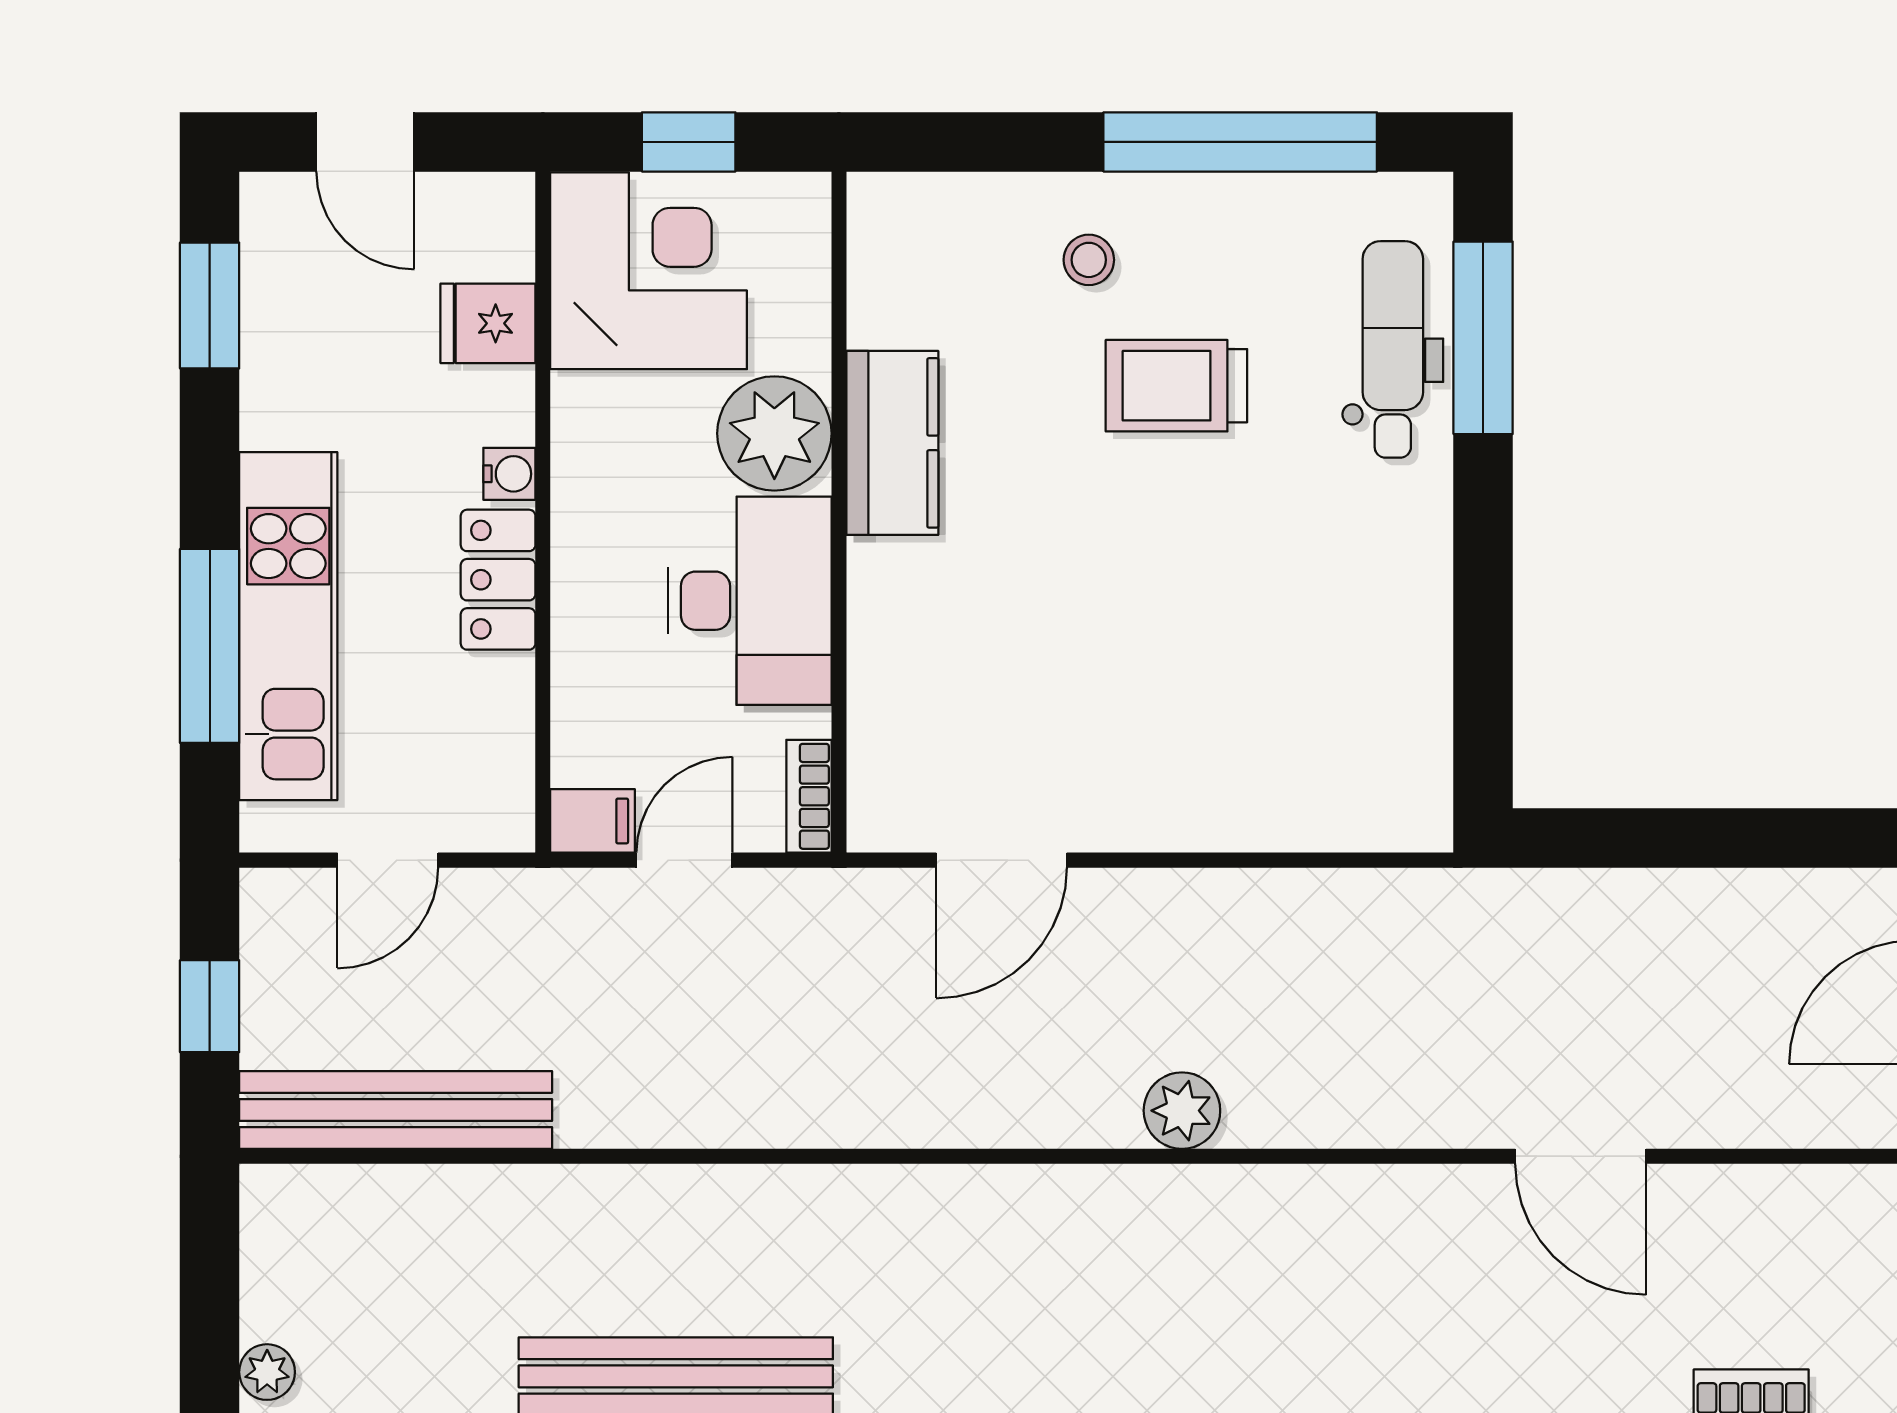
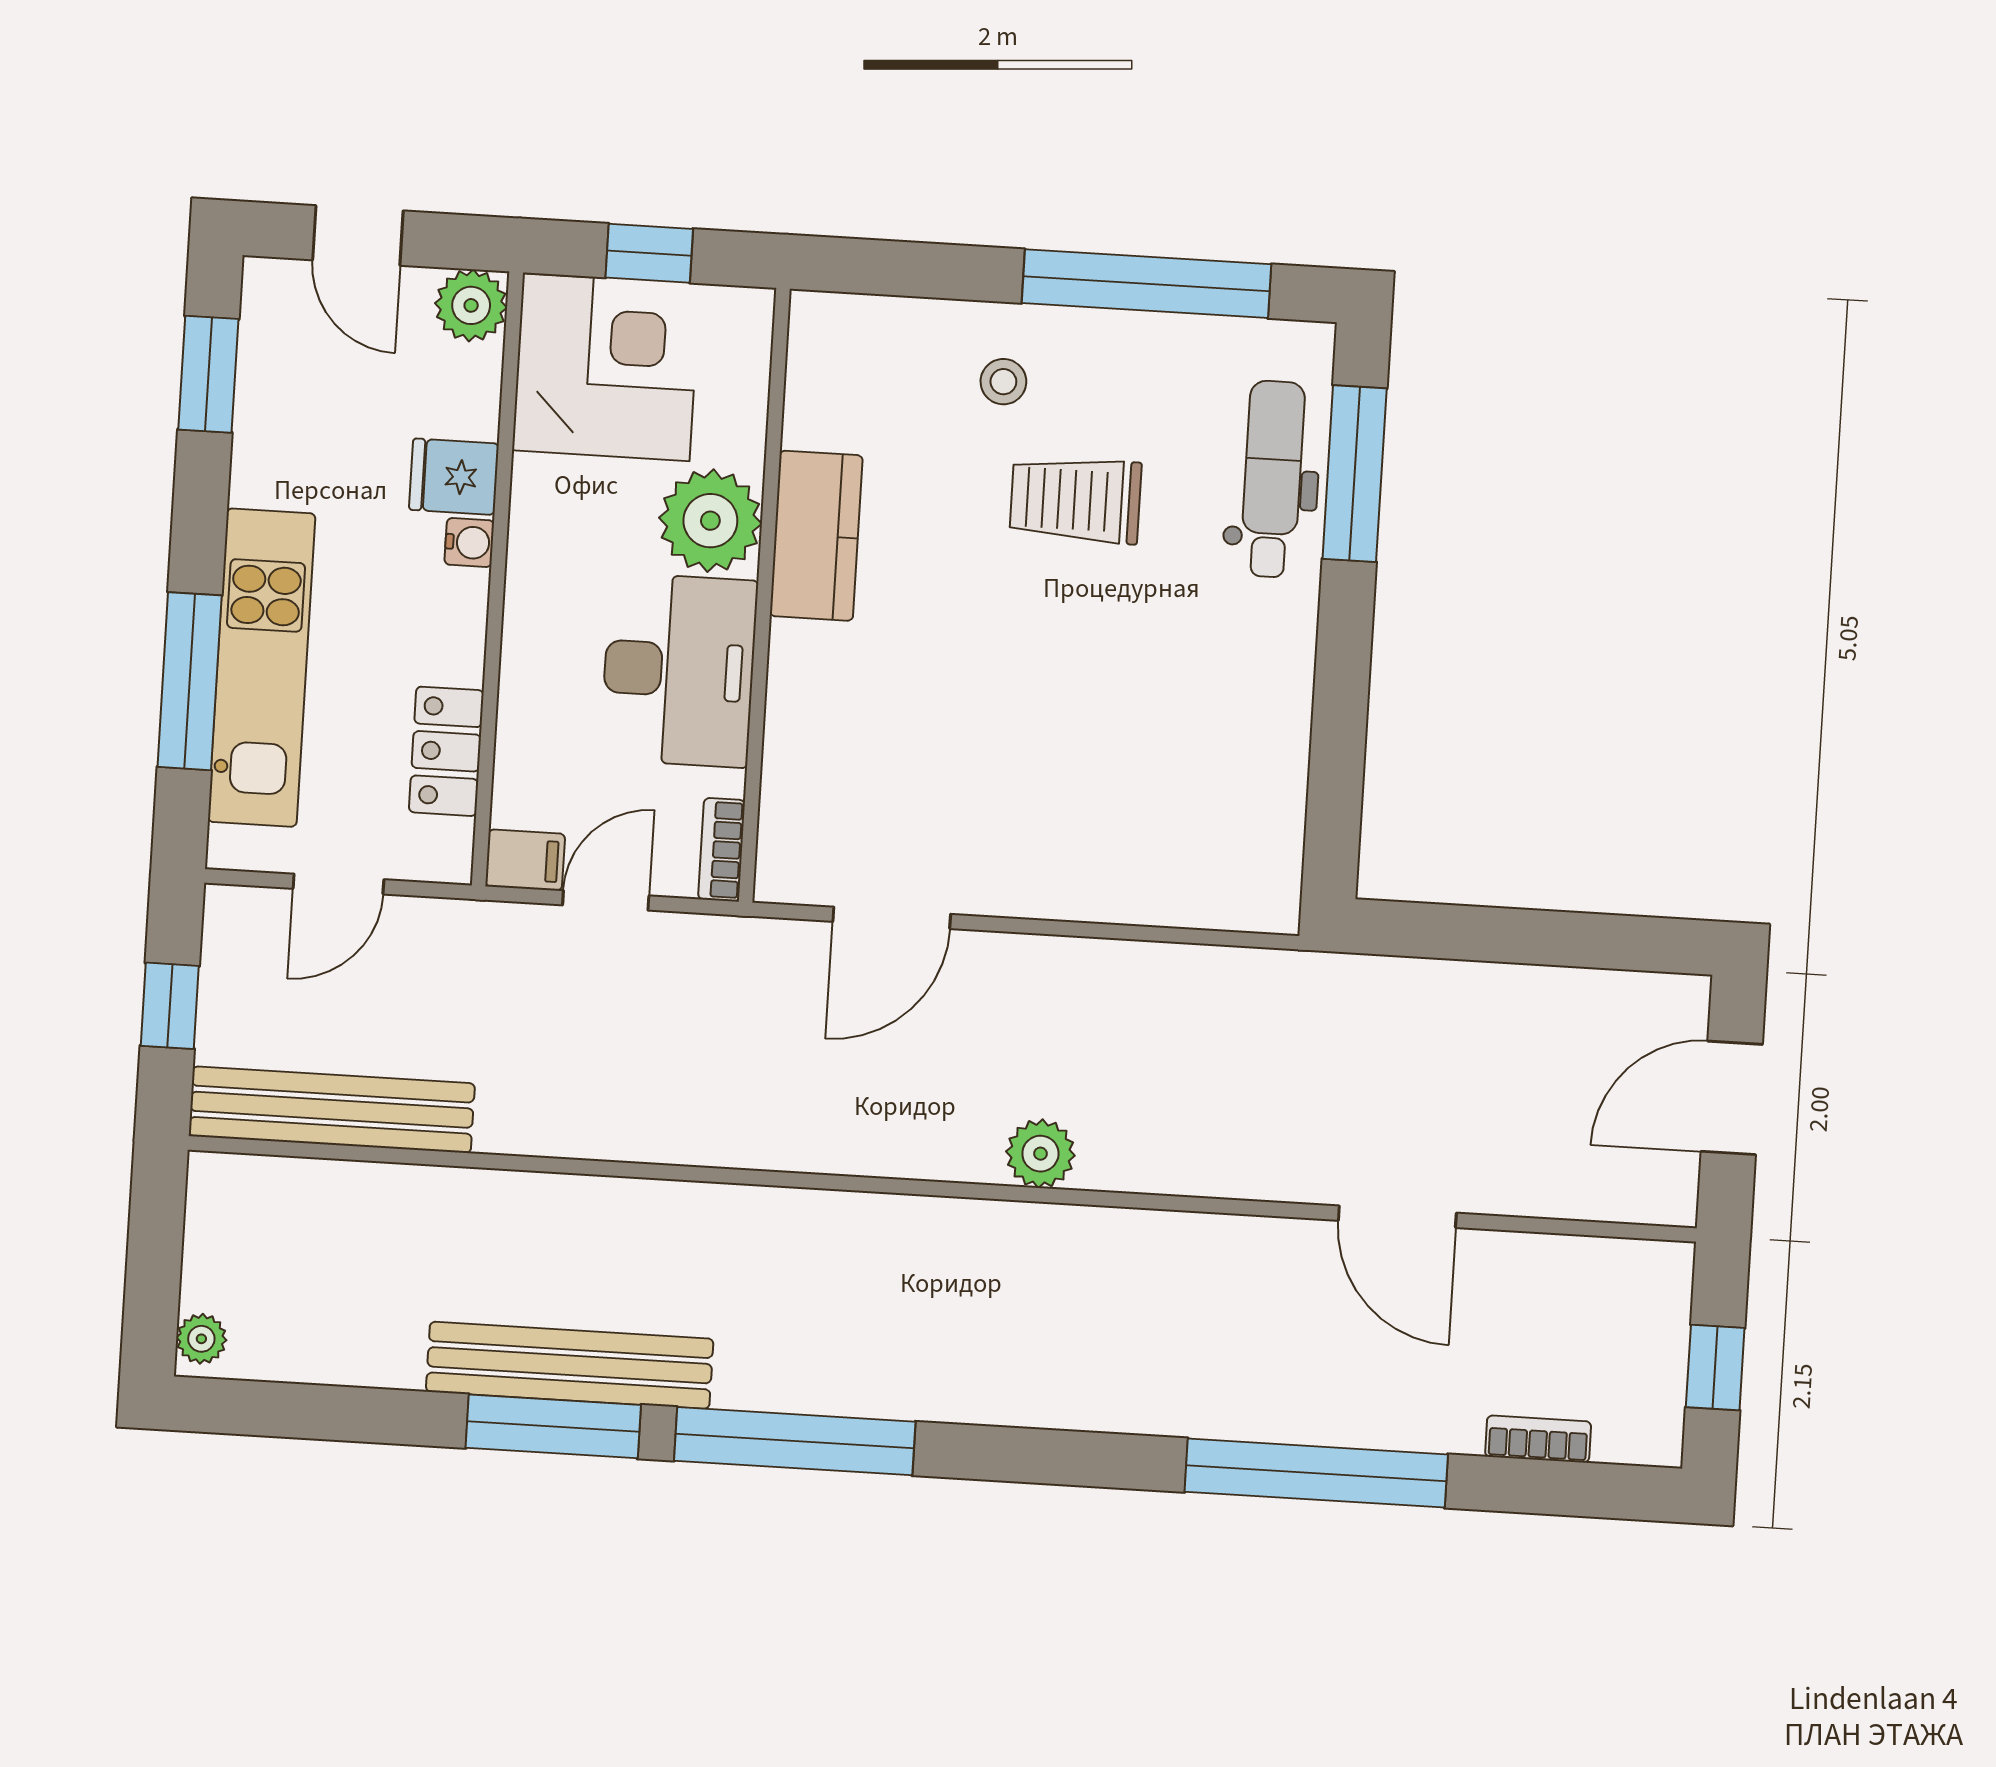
plant: (495, 212) -> (471, 305), added
fridge: (488, 323) -> (454, 477), moved
locker: (498, 580) -> (446, 751), moved

